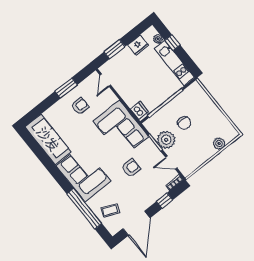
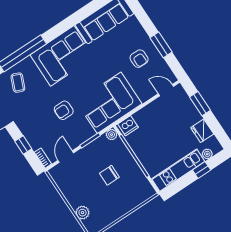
plant: (166, 140) -> (112, 135), moved, width x0.53, depth x0.53
armchair: (131, 168) -> (64, 110), turned 90

